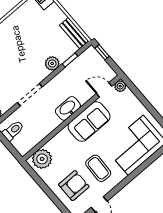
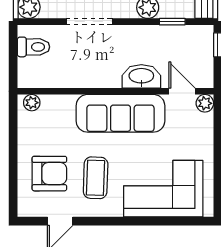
washbasin: (68, 108) -> (141, 76), moved
sofa: (89, 121) -> (120, 113), width x1.36
plant: (42, 159) -> (32, 103), width x0.53, depth x0.53

